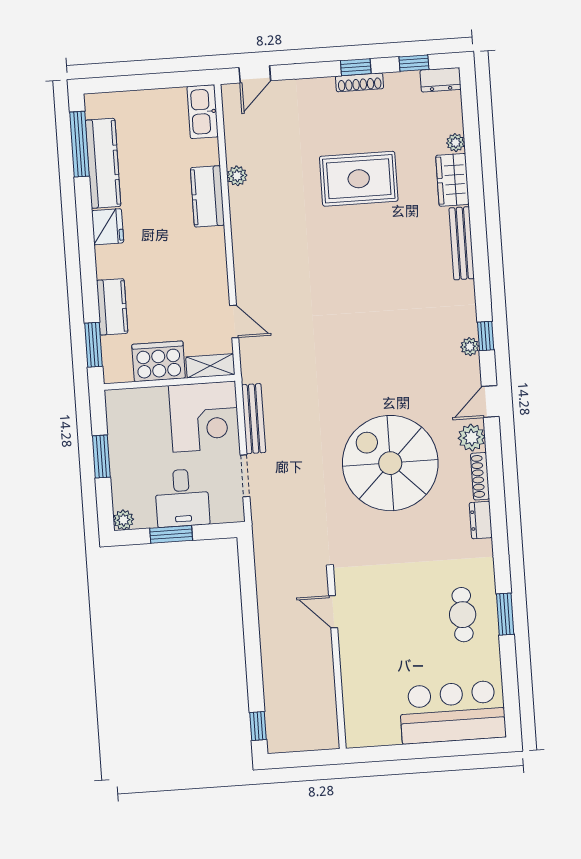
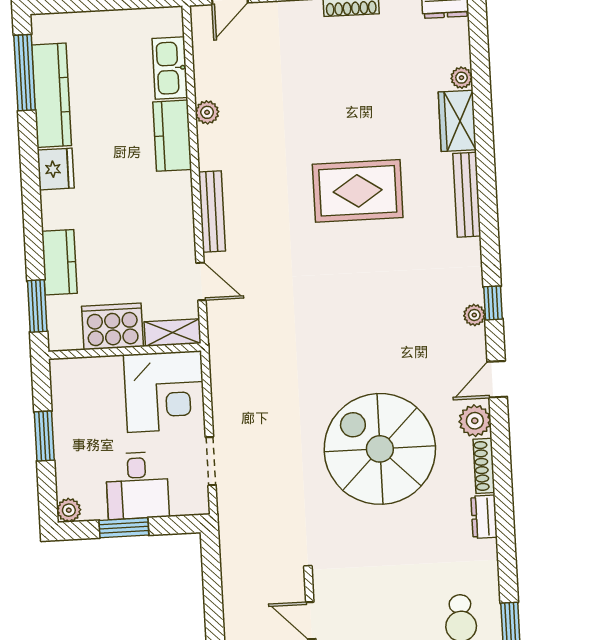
kitchen sink: (203, 112) -> (170, 68), moved
rug: (359, 179) -> (358, 191), moved
bench: (254, 419) -> (212, 212), moved

